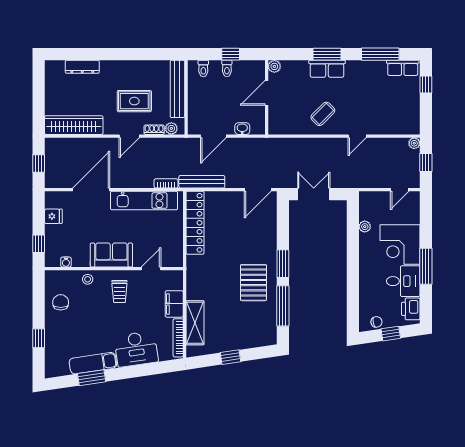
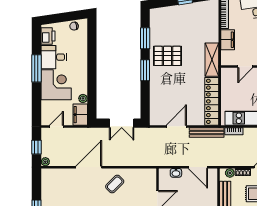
door: (213, 136) -> (198, 167), swing flipped
door: (357, 136) -> (89, 167), width x1.88
door: (258, 190) -> (176, 126), moved
filing cabinet: (368, 205) -> (80, 115), added
pallet: (253, 283) -> (167, 56), turned 90
window: (283, 306) -> (145, 38), width x0.69
shelving: (195, 323) -> (212, 60), moved
window: (391, 334) -> (63, 17), removed

